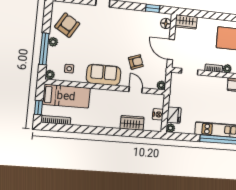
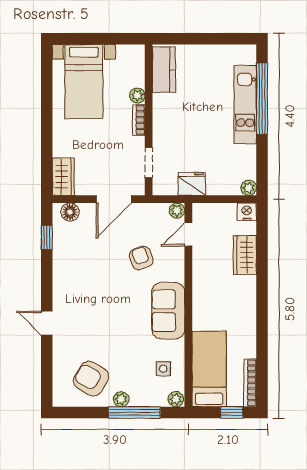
door: (136, 90) -> (188, 234), moved
nightstand: (158, 114) -> (247, 212), moved
fridge: (174, 115) -> (192, 184), moved

